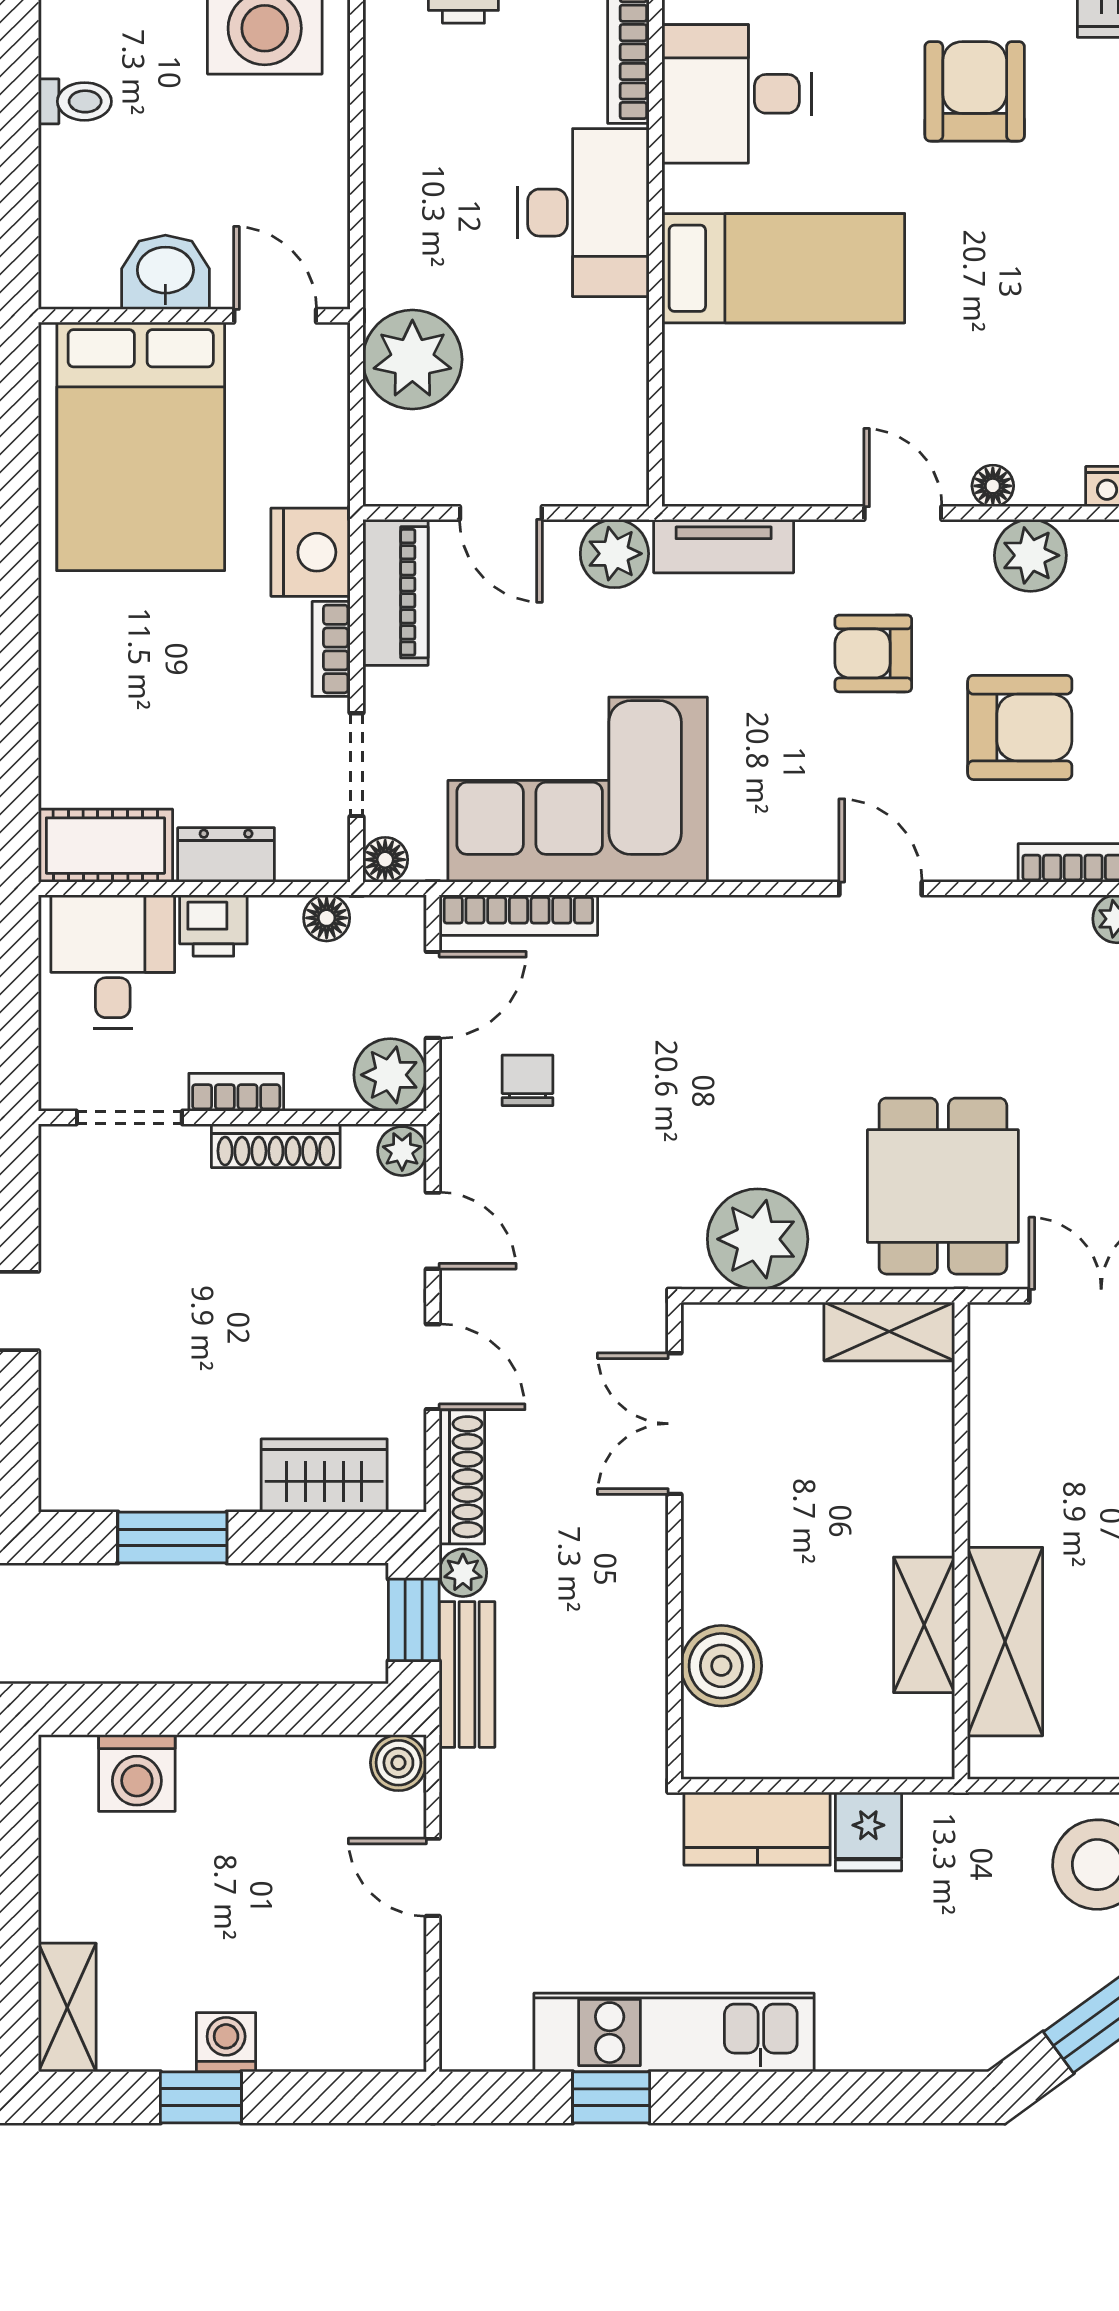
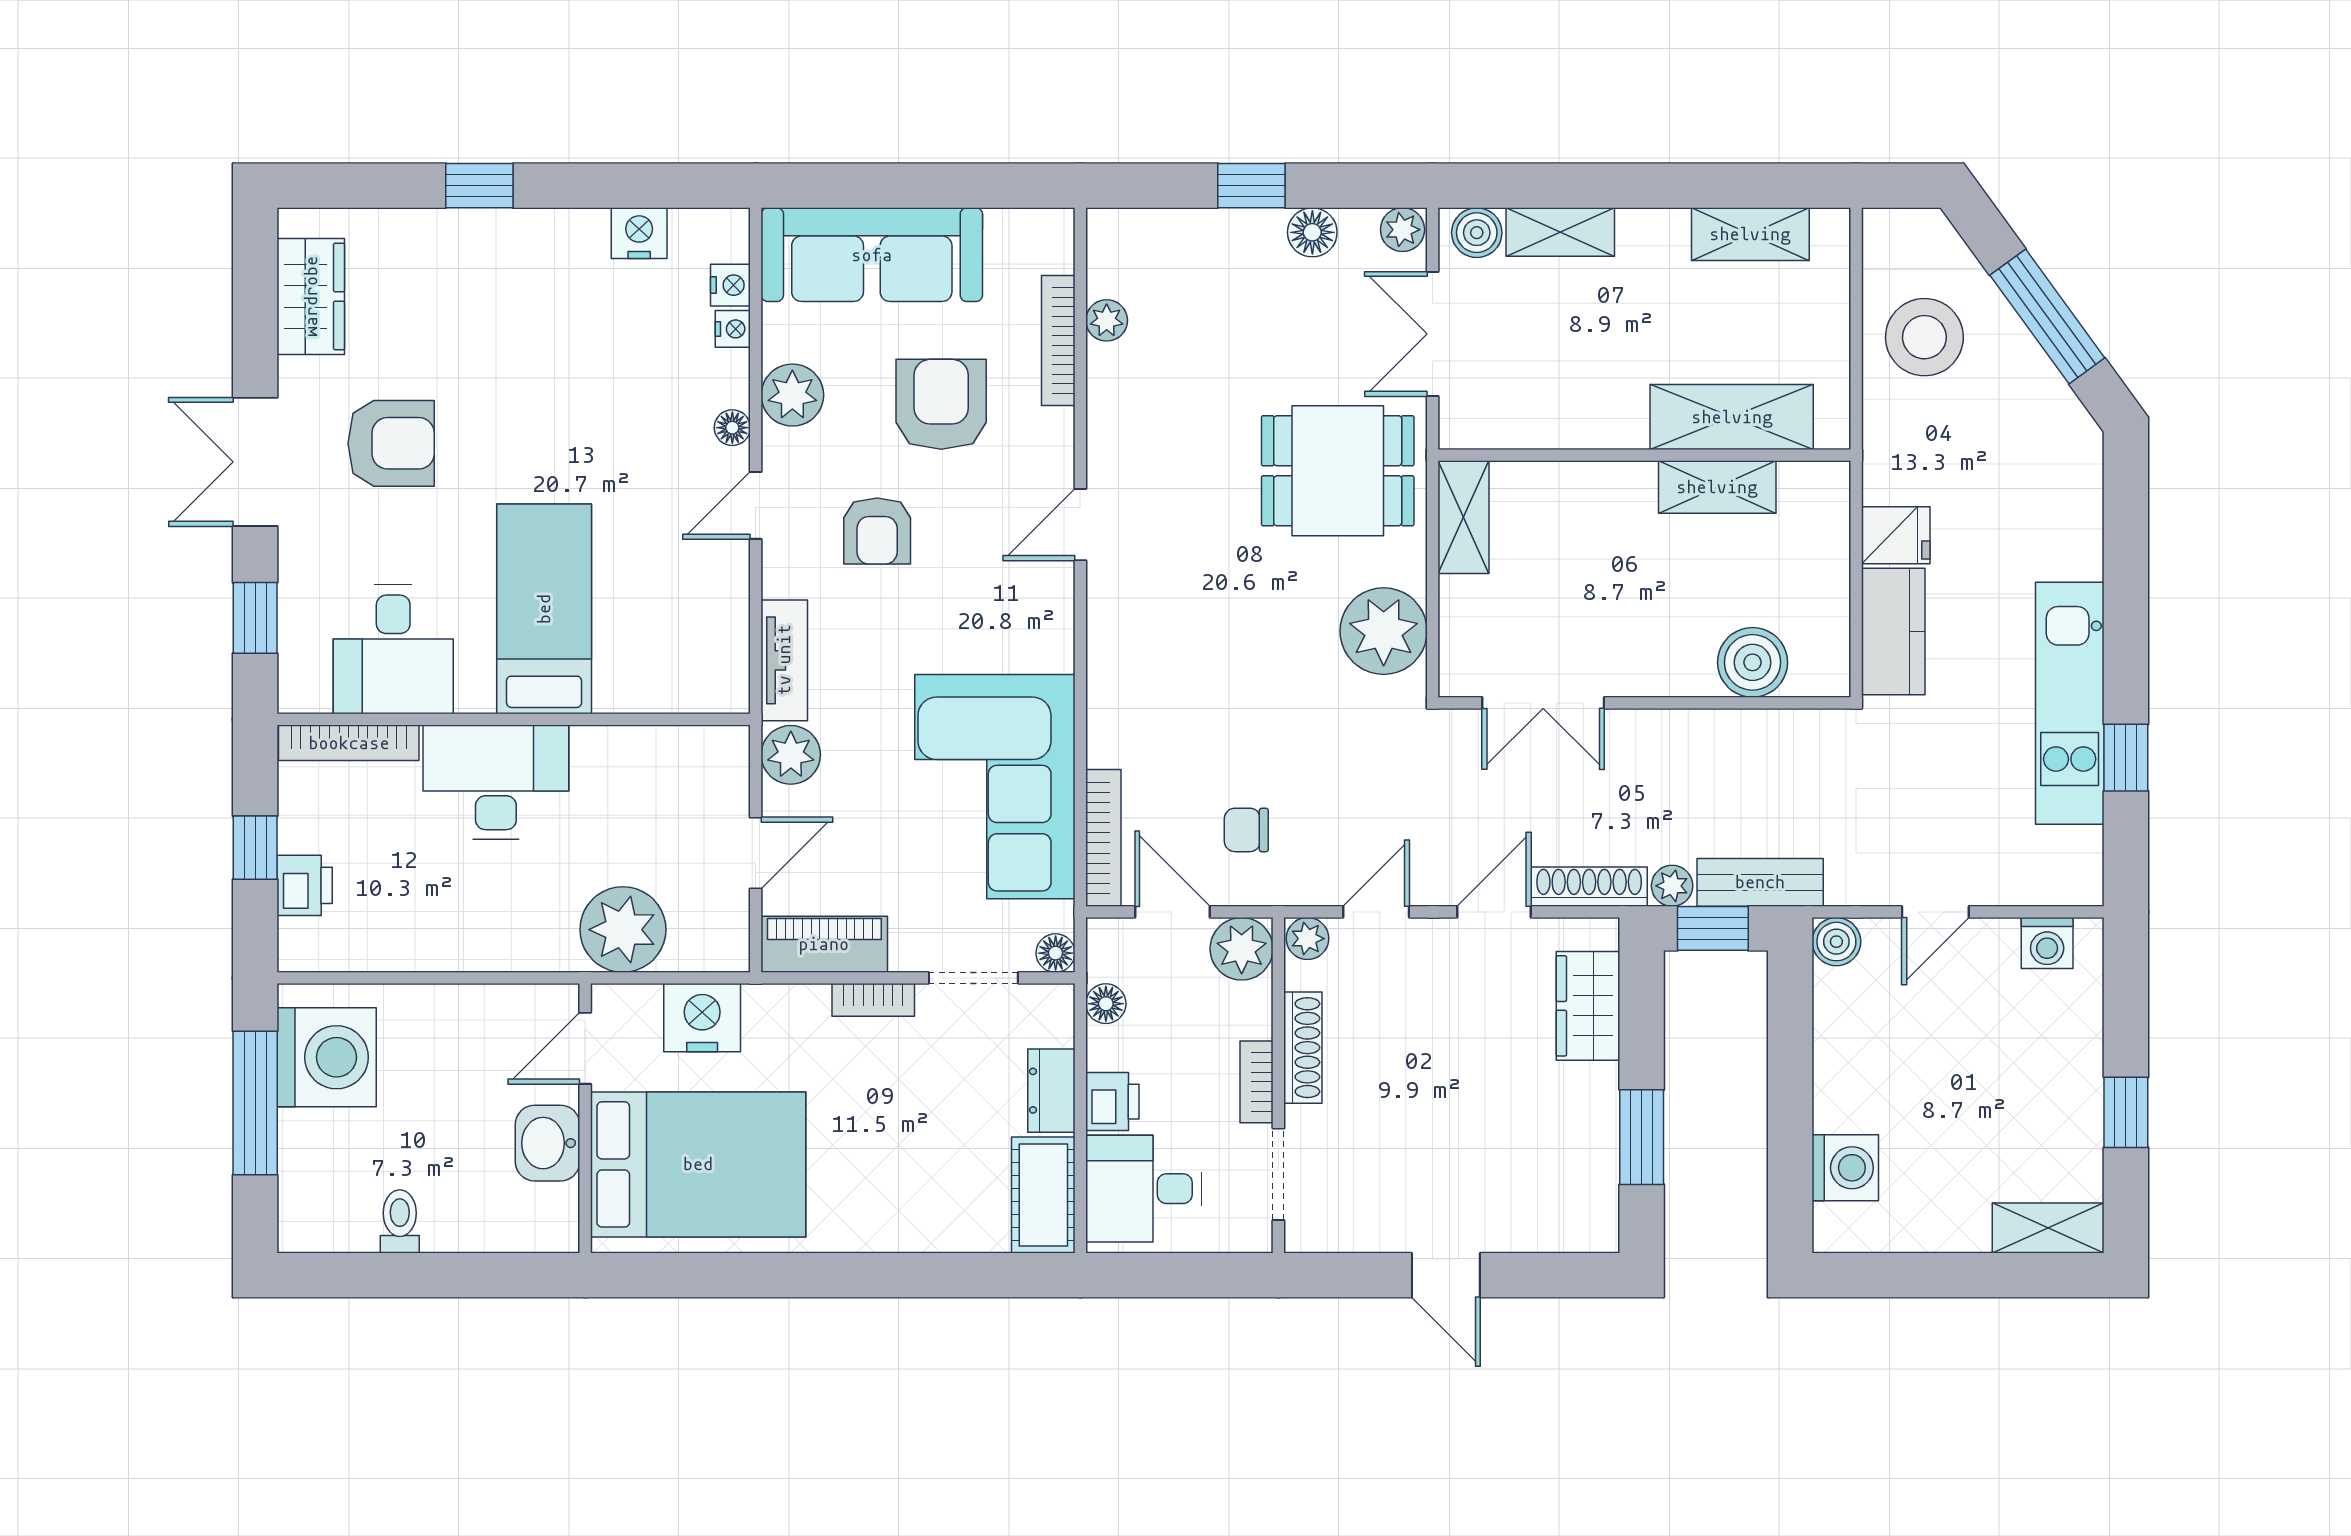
armchair: (975, 91) -> (391, 443), turned 180
nightstand: (310, 552) -> (702, 1018), moved
washing machine: (226, 2042) -> (2047, 943), moved, turned -90

